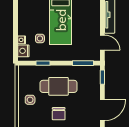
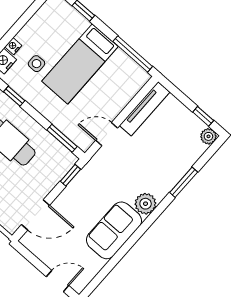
door: (102, 43) -> (107, 134), swing flipped

